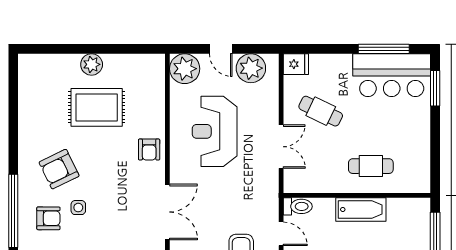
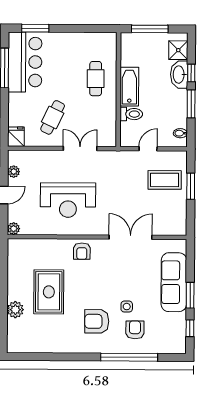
plant: (92, 64) -> (15, 310), moved
plant: (251, 68) -> (14, 172), width x0.53, depth x0.53
plant: (185, 69) -> (14, 229), width x0.53, depth x0.53
armchair: (149, 149) -> (82, 251), turned 90
armchair: (59, 169) -> (97, 321), turned 116
toilet: (298, 206) -> (131, 114), moved, turned 90

